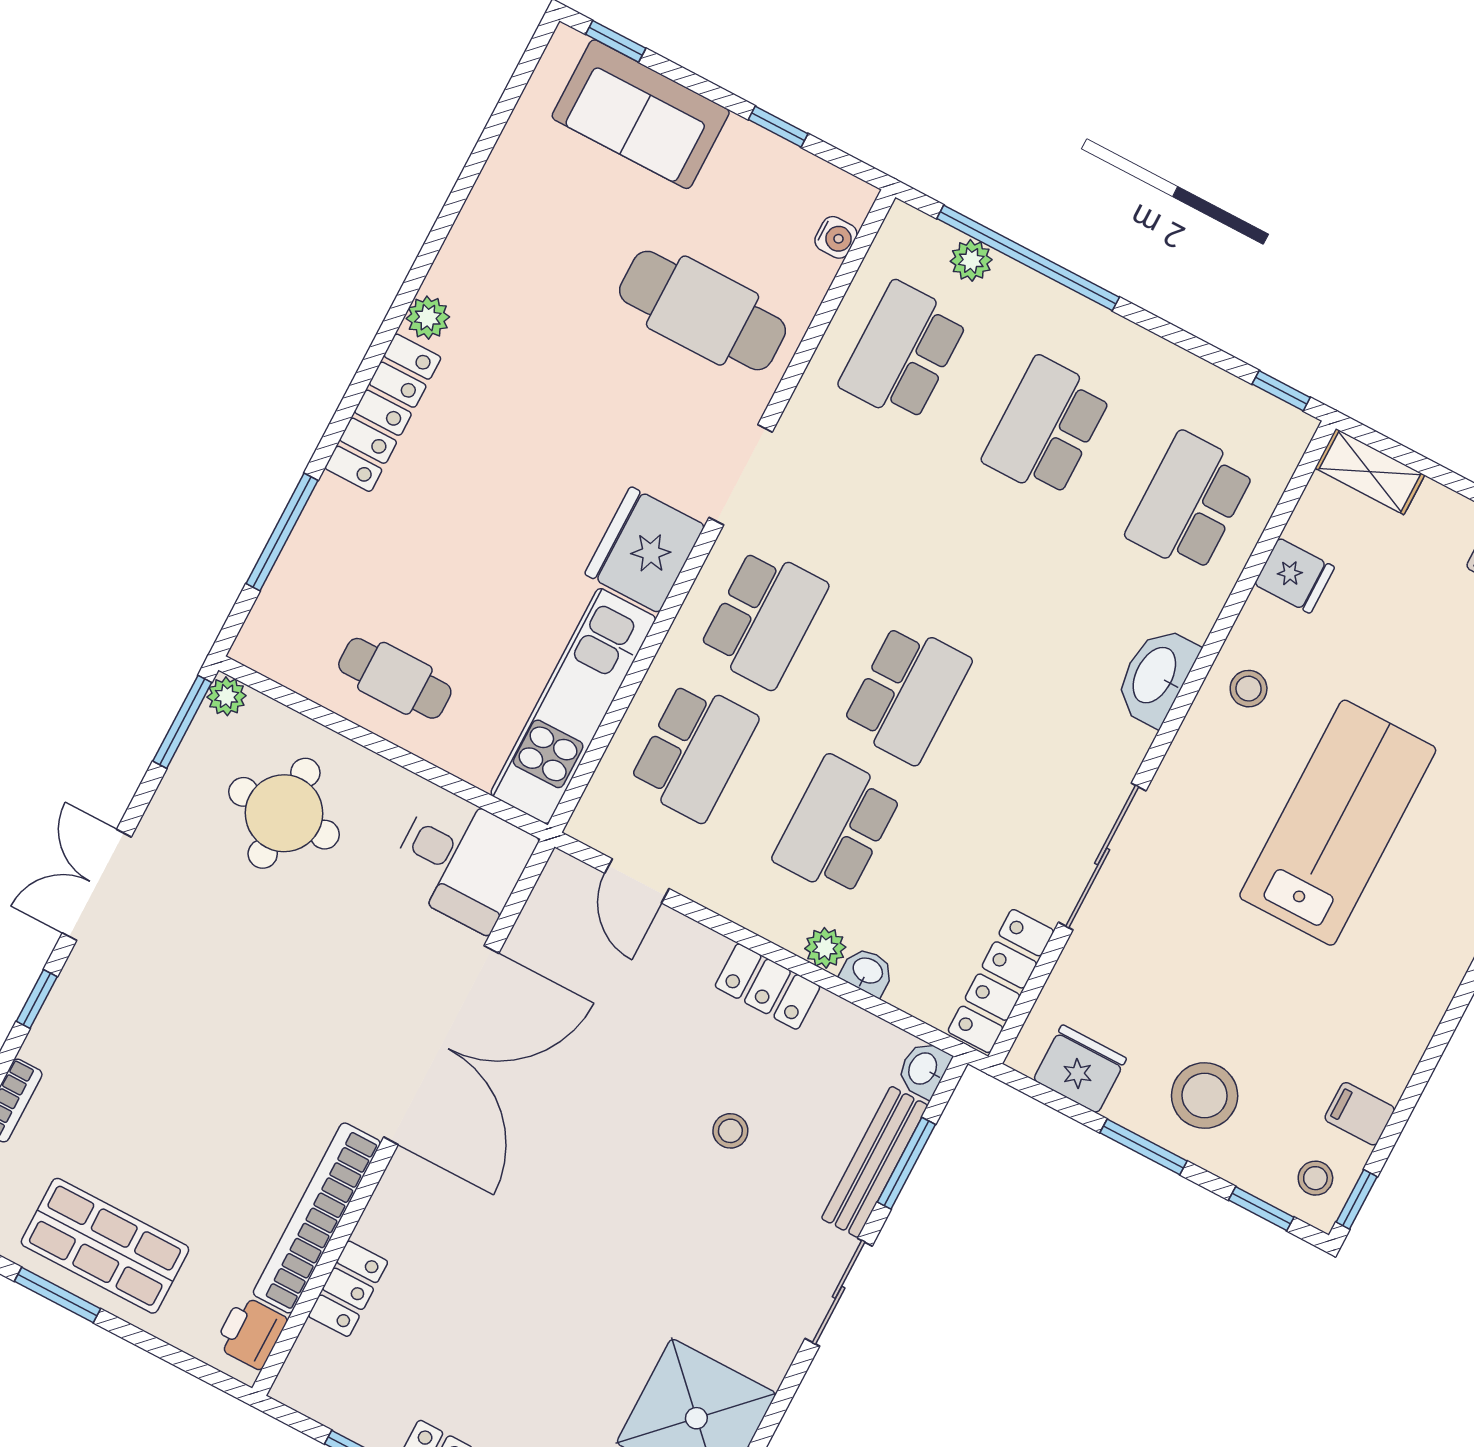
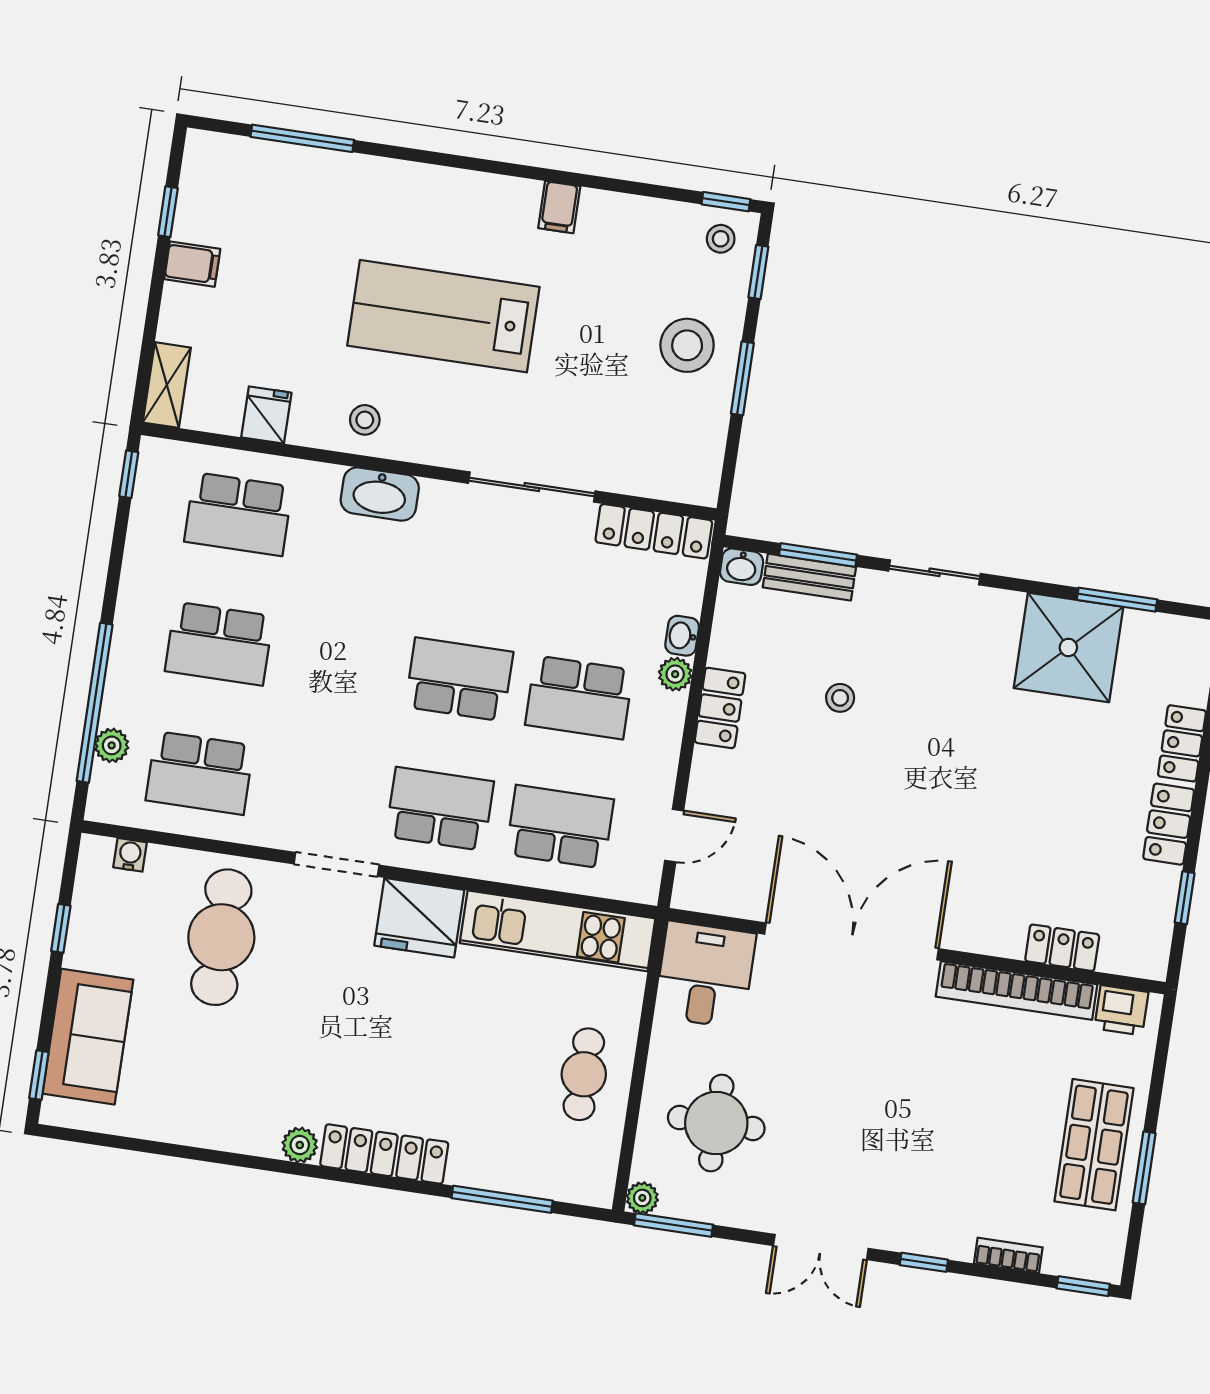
fridge: (1080, 1069) -> (700, 448), removed
filing cabinet: (1360, 1114) -> (559, 207), moved
bench: (875, 1162) -> (809, 577), width x0.73

